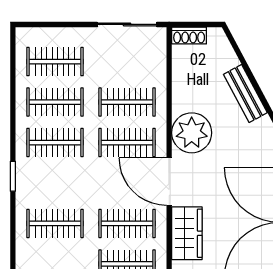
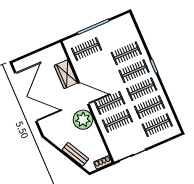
bench: (245, 93) -> (75, 154), moved
clothes rail: (127, 223) -> (134, 71), moved

